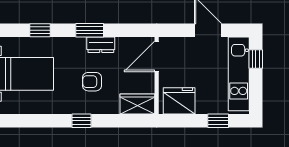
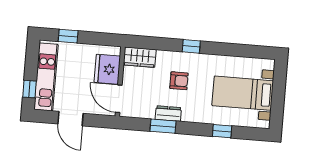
window: (90, 30) -> (163, 126), moved
door: (157, 56) -> (119, 99), swing flipped
fridge: (179, 101) -> (107, 69), moved, turned 90

